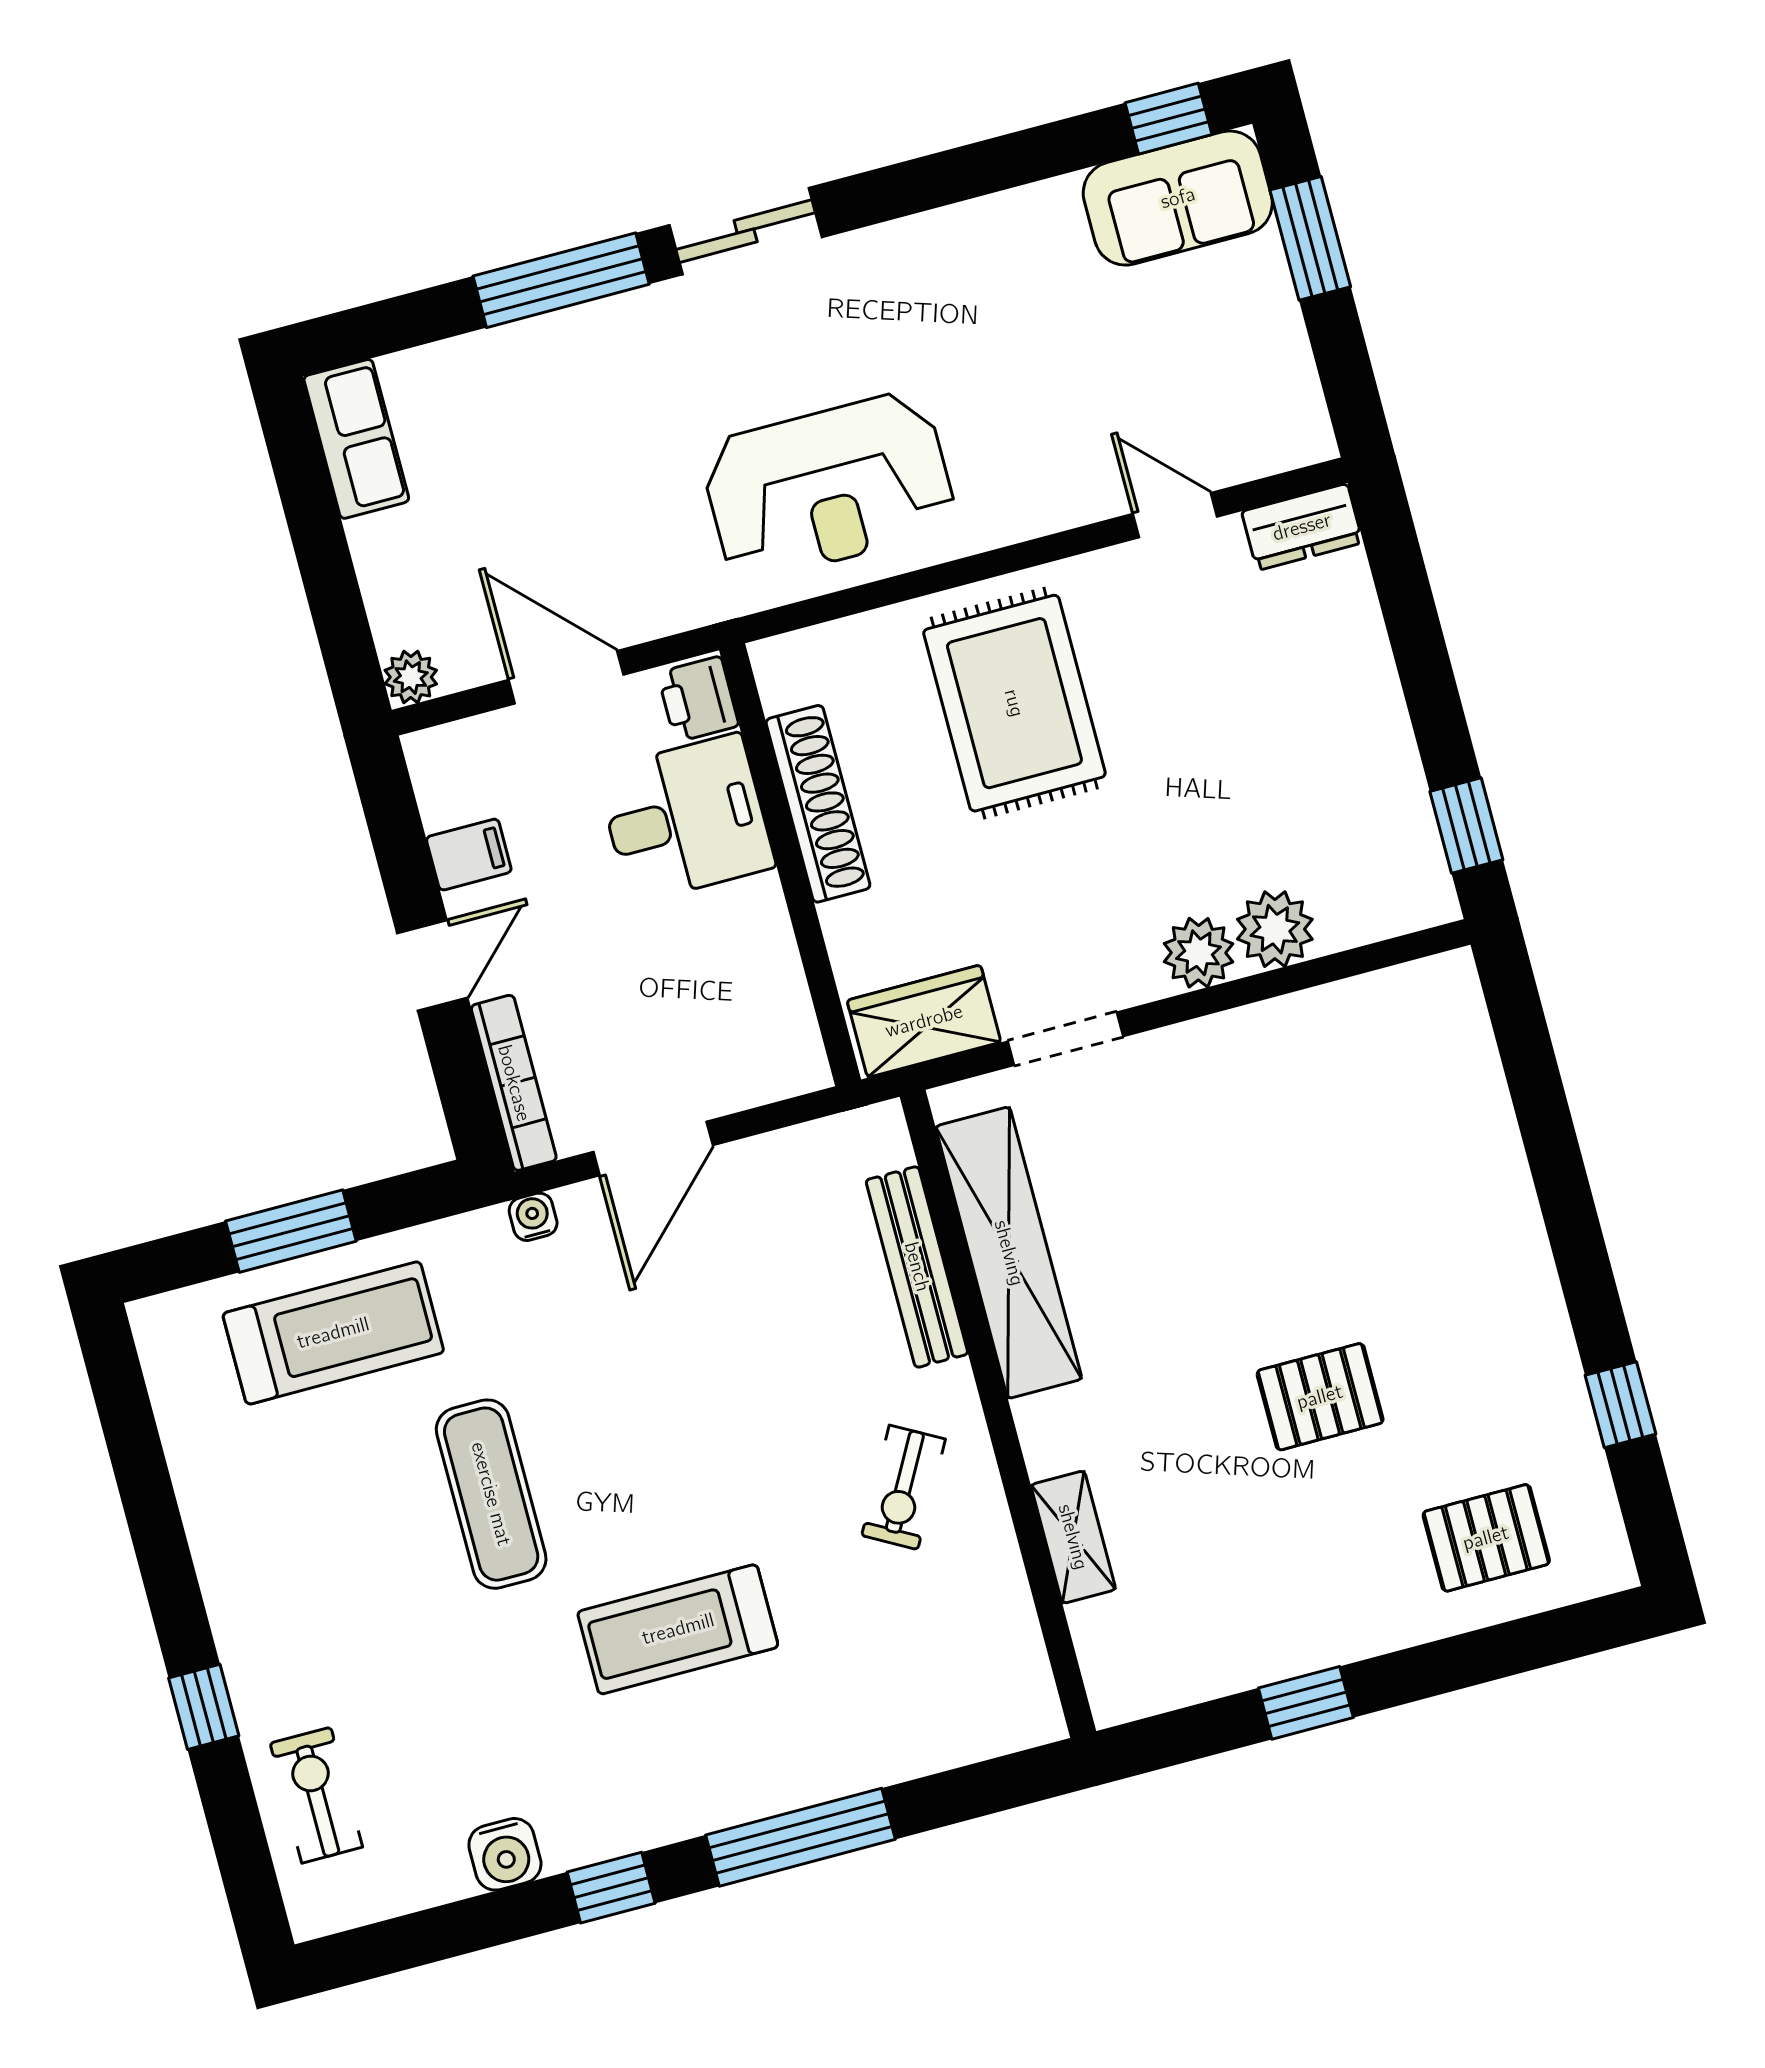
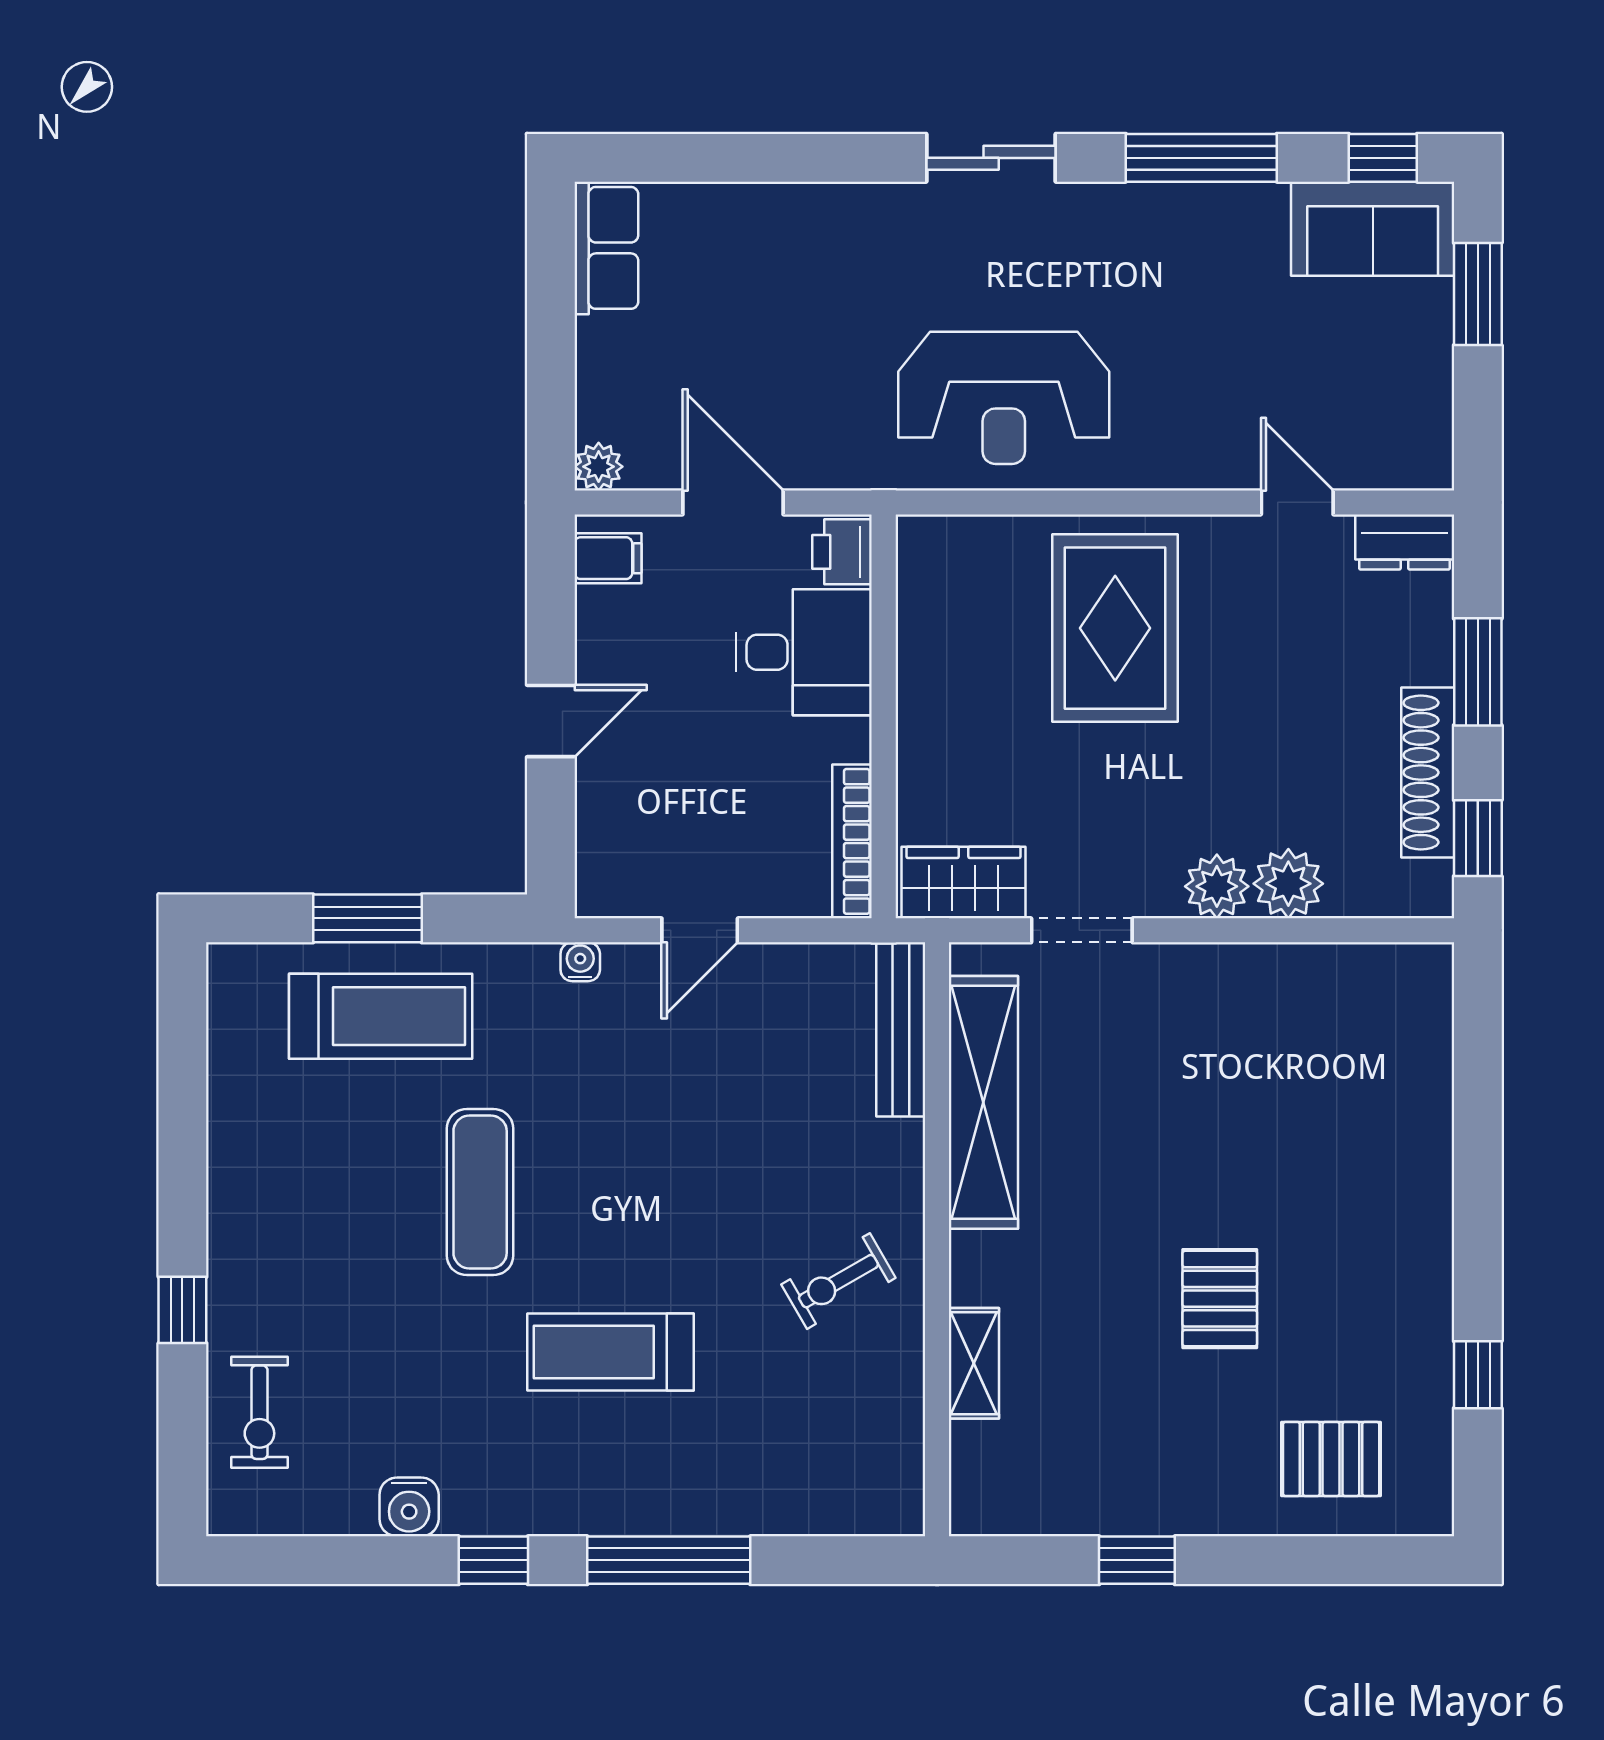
window: (561, 280) -> (1201, 158), moved
window: (1419, 646) -> (1478, 672), added
shoe rack: (818, 804) -> (1428, 772), moved, turned 180
filing cabinet: (469, 855) -> (608, 558), moved
bookcase: (514, 1083) -> (852, 841), moved, turned 180
door: (653, 1149) -> (700, 930), width x0.73
bench: (917, 1267) -> (901, 1029), moved
pallet: (1320, 1397) -> (1220, 1299), turned 90
exercise bike: (904, 1487) -> (838, 1281), turned 31
exercise bike: (316, 1795) -> (259, 1412), turned 180

